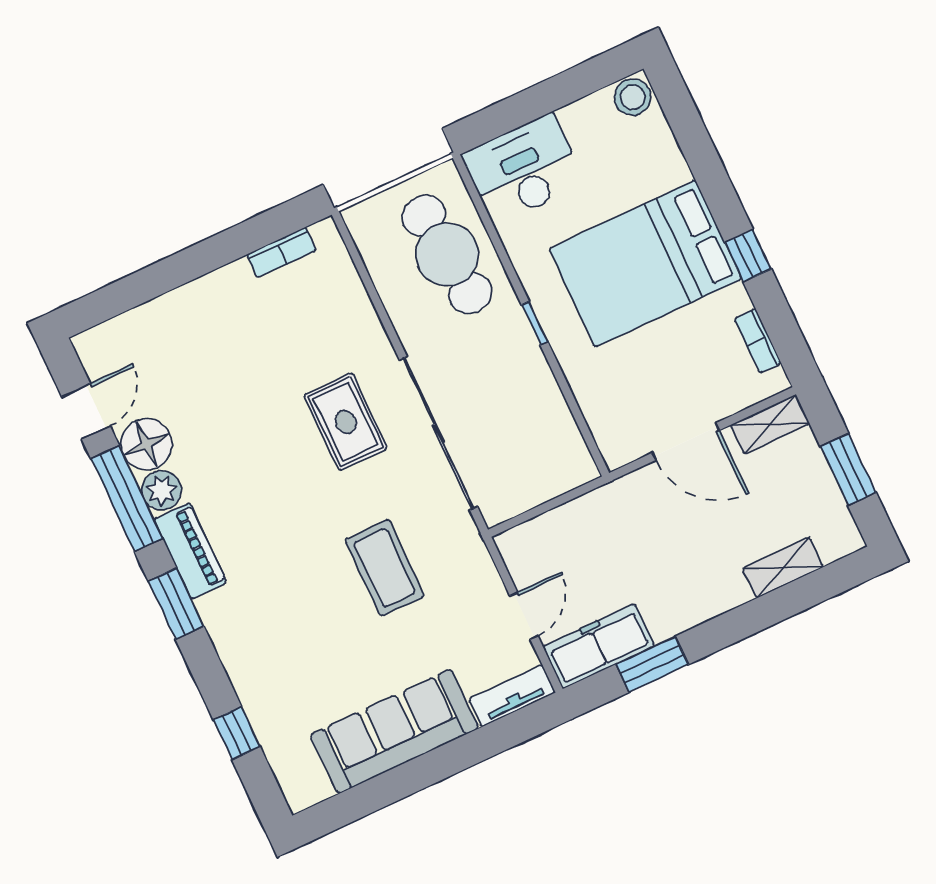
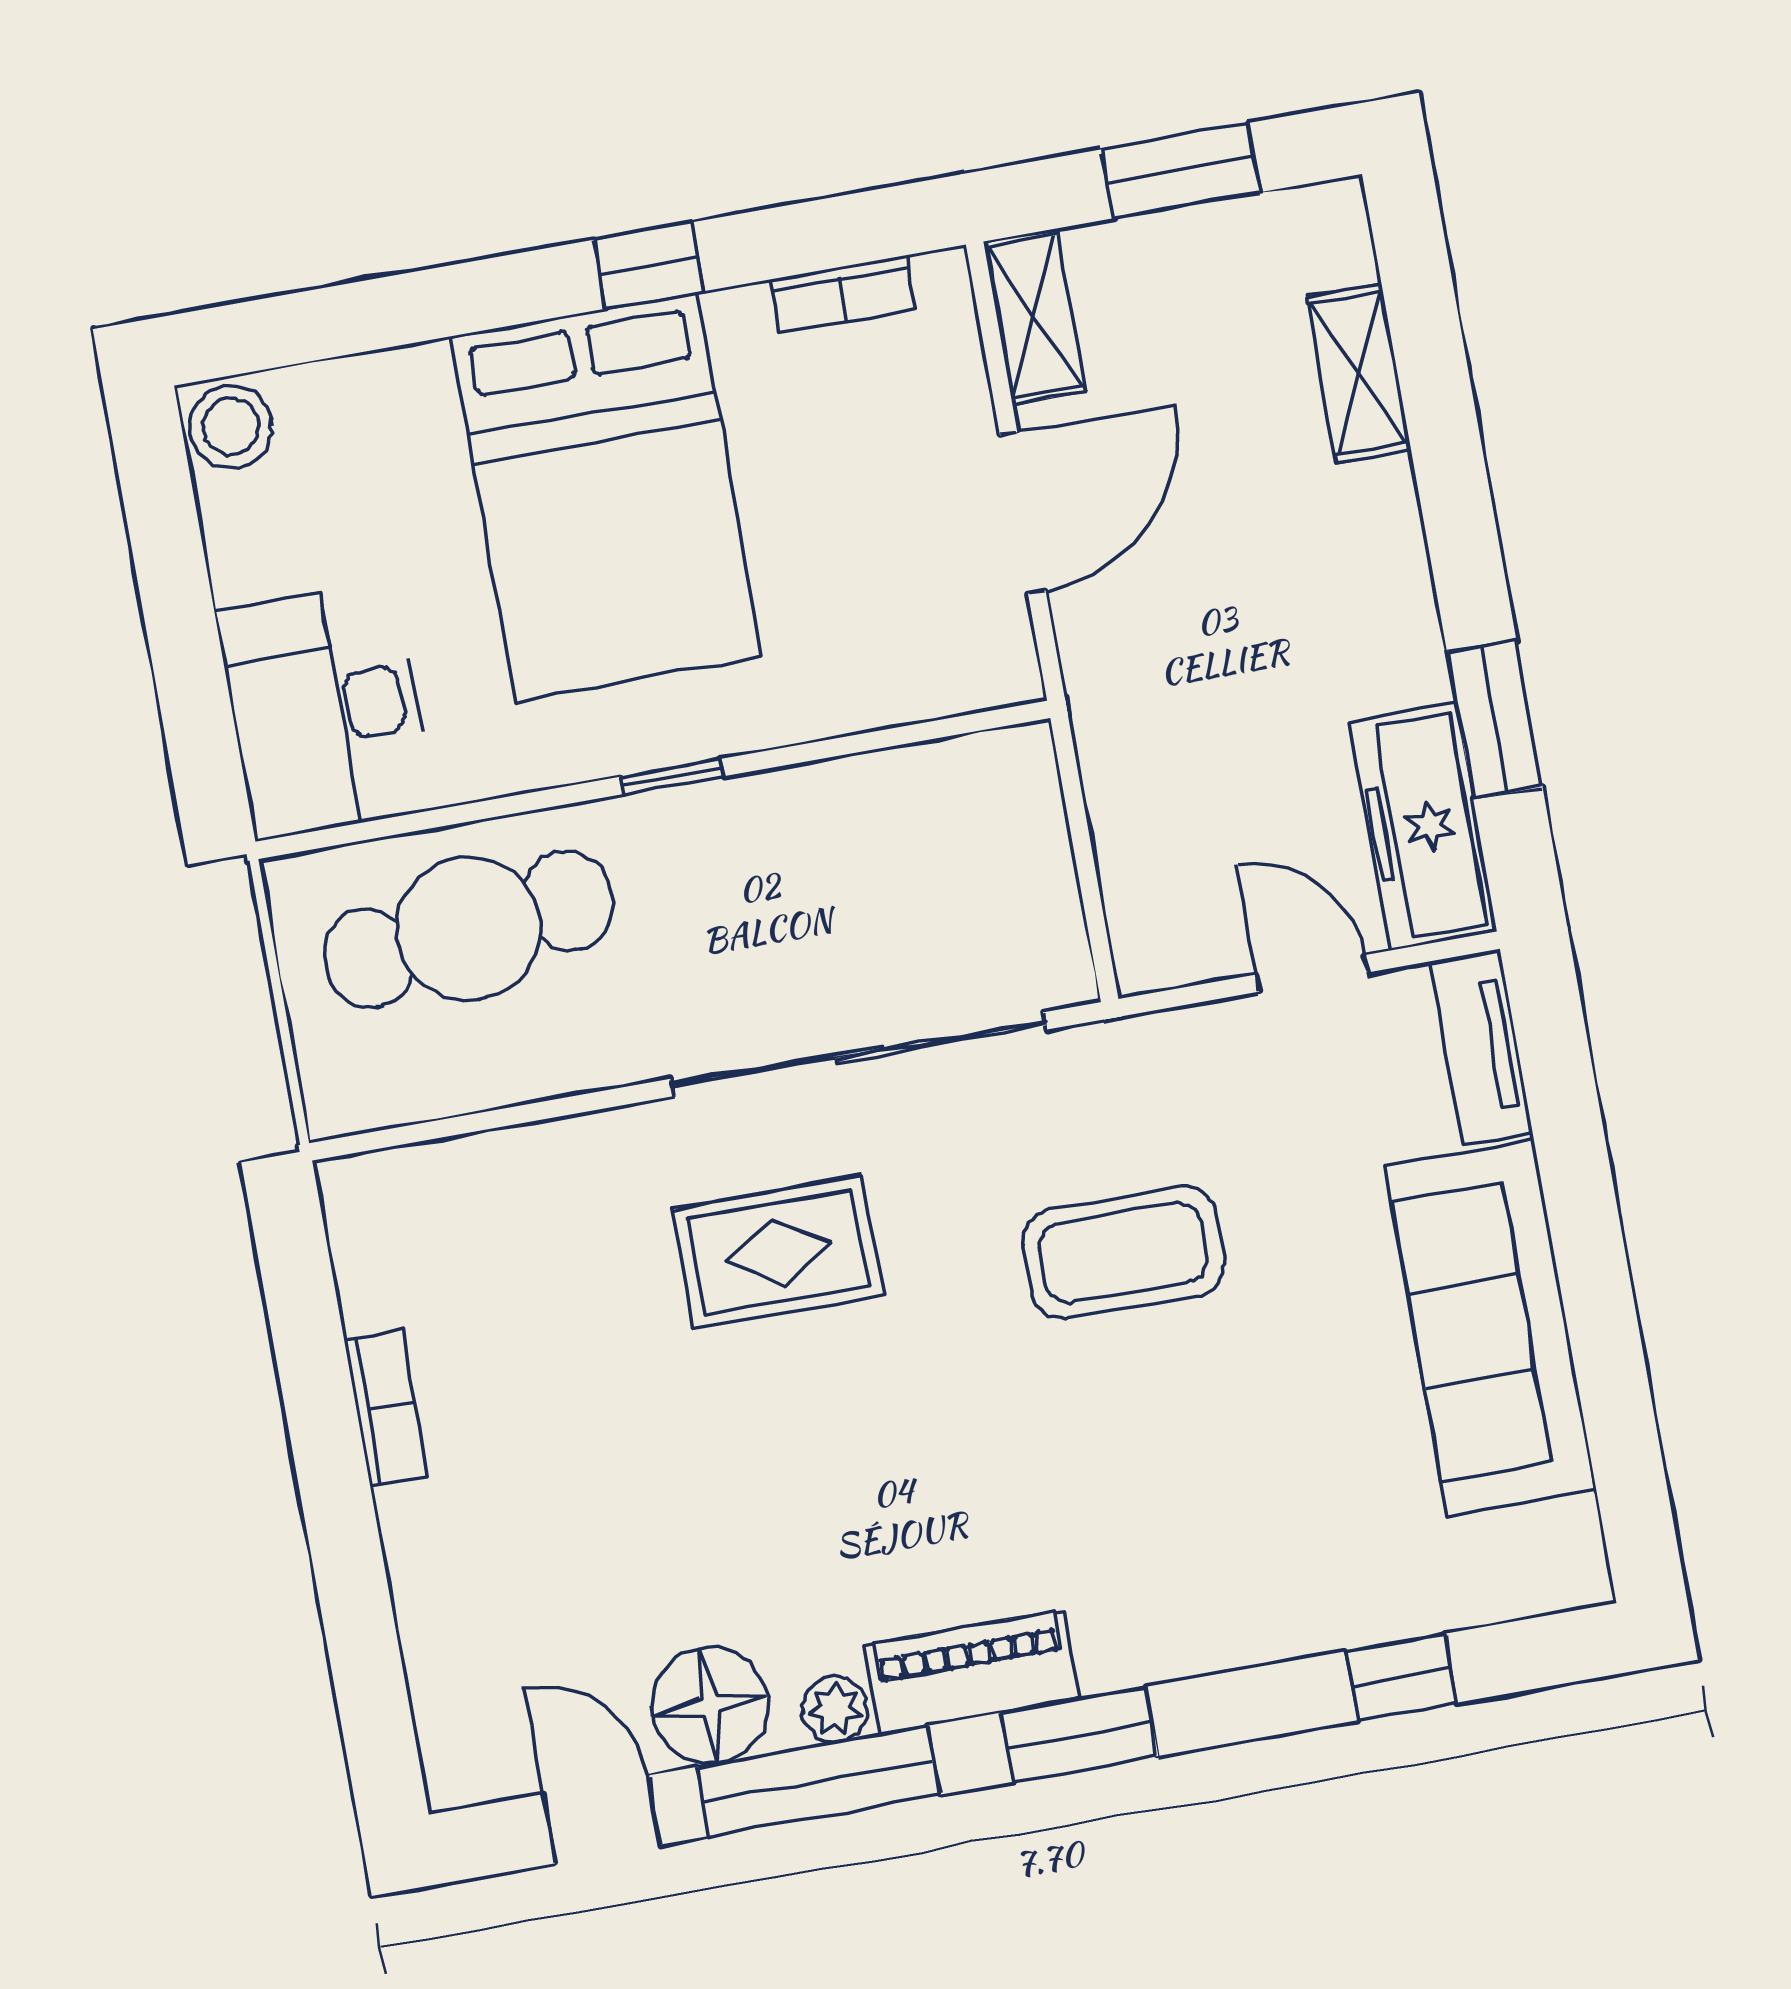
bookcase: (281, 252) -> (386, 1407), moved
plant: (162, 490) -> (835, 1709), width x0.73, depth x0.73

